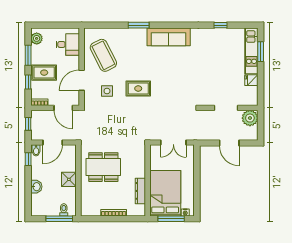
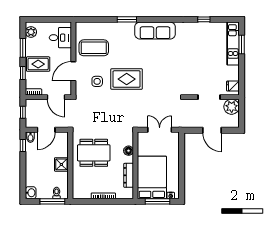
coffee table: (103, 55) -> (94, 48), turned -63
fridge: (251, 80) -> (233, 86), moved
rug: (138, 89) -> (127, 79), width x1.36, depth x1.43
double door: (173, 142) -> (160, 130), swing flipped
floor lamp: (140, 165) -> (129, 151), added
washbasin: (36, 187) -> (31, 193), moved

